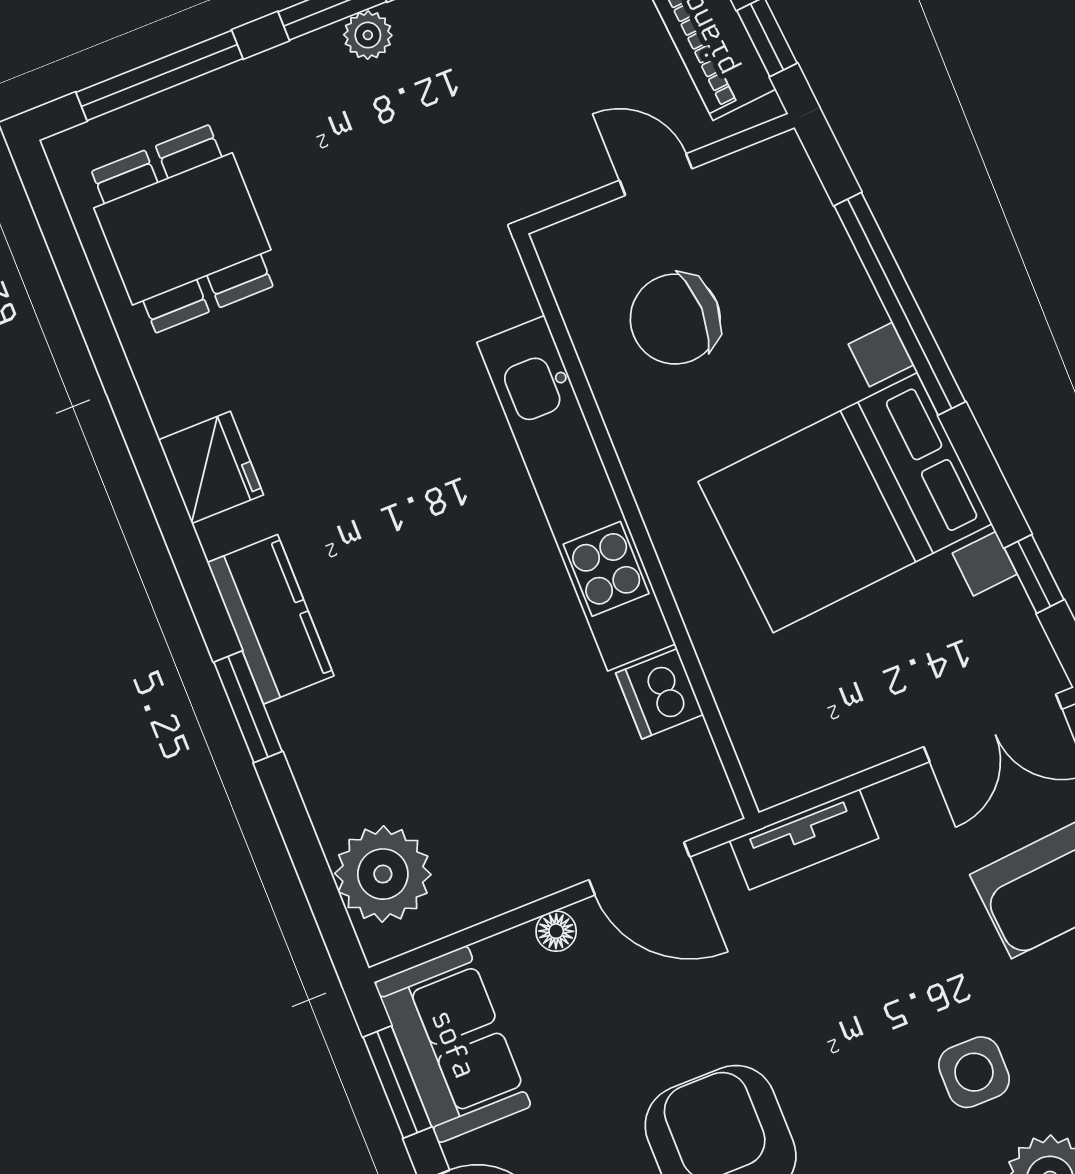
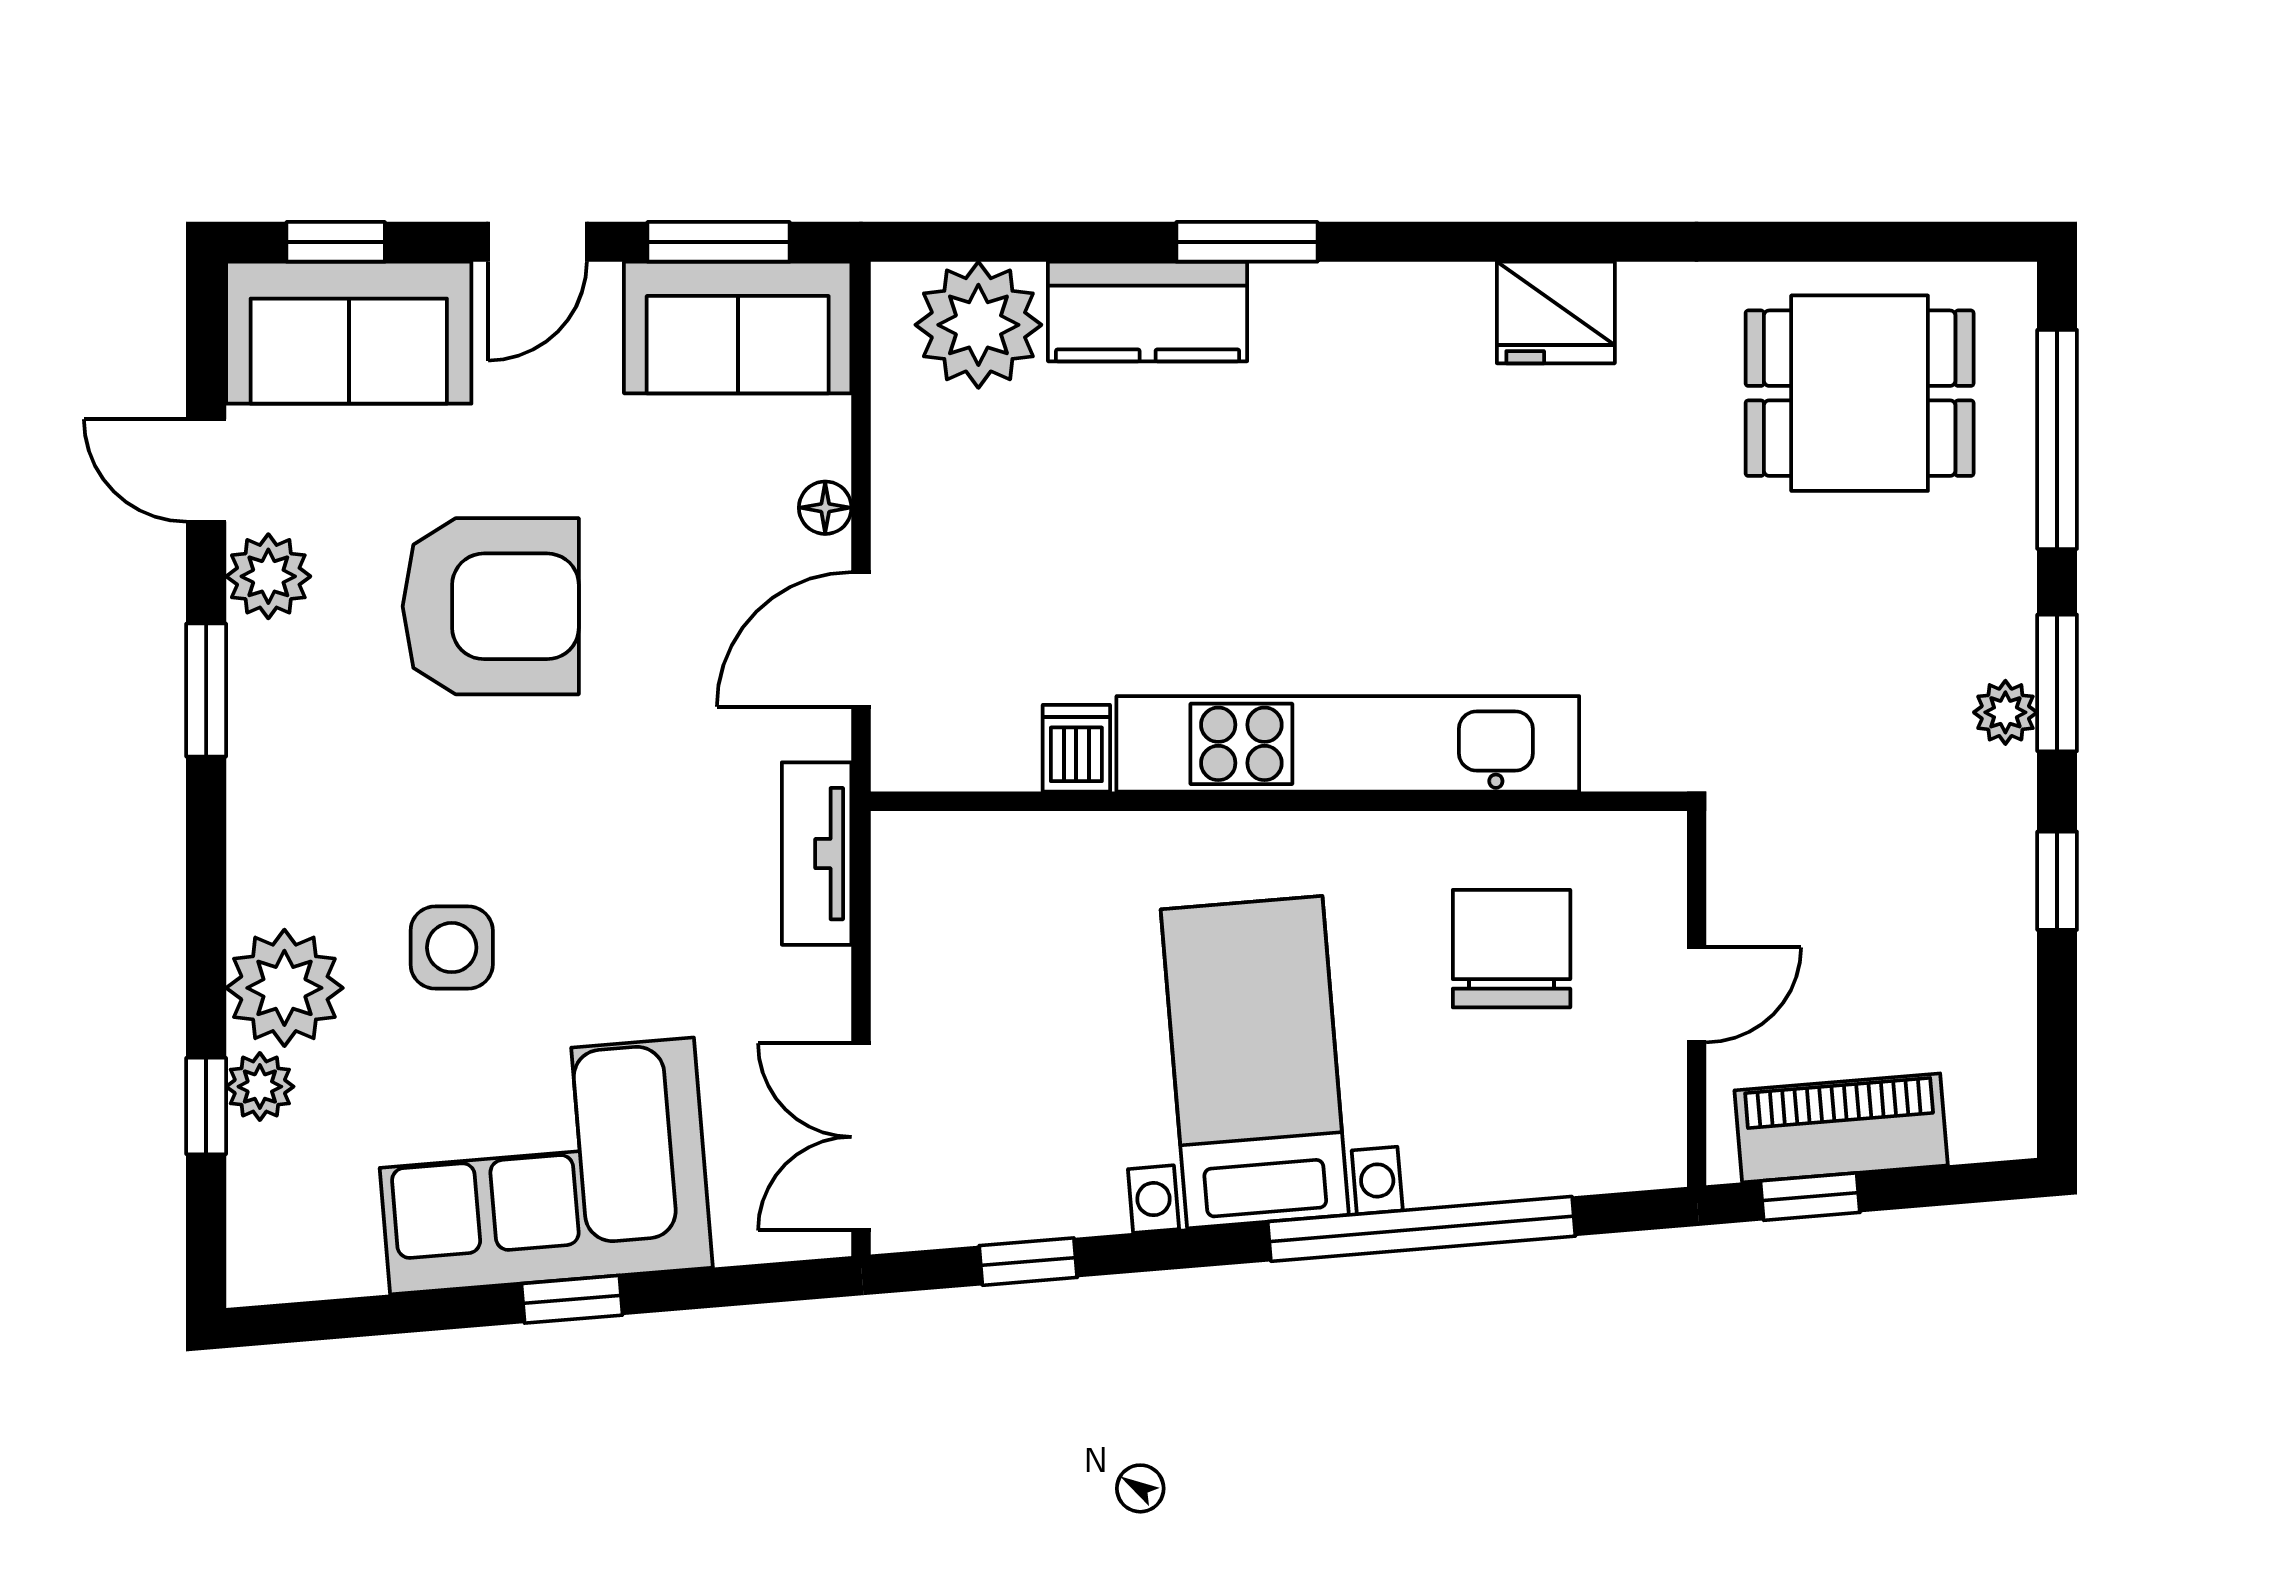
bed with nightstands: (845, 503) -> (1255, 1062), width x0.73
kitchen counter: (271, 619) -> (1148, 312), moved
dishwasher: (660, 694) -> (1076, 748), width x0.73

